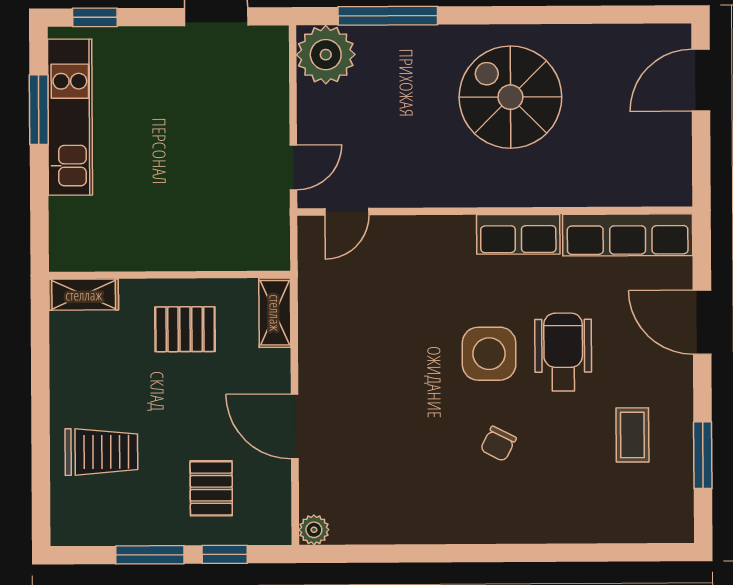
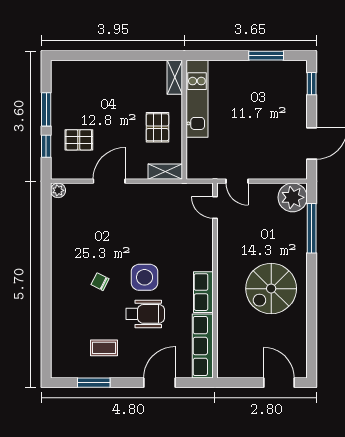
spiral stairs: (510, 97) -> (271, 289), turned 180
kitchen unit: (70, 117) -> (197, 99), moved, turned -90
trolley: (101, 452) -> (97, 86), removed

